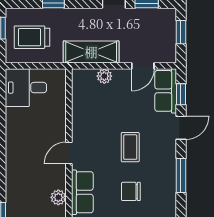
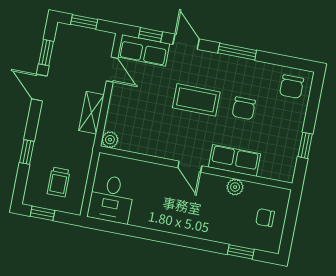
trolley: (32, 37) -> (59, 182), width x0.73, depth x0.72
shelving: (91, 52) -> (91, 113), width x0.67, depth x0.75
plant: (104, 76) -> (110, 140), moved
coffee table: (130, 147) -> (196, 100), width x1.36, depth x1.30

